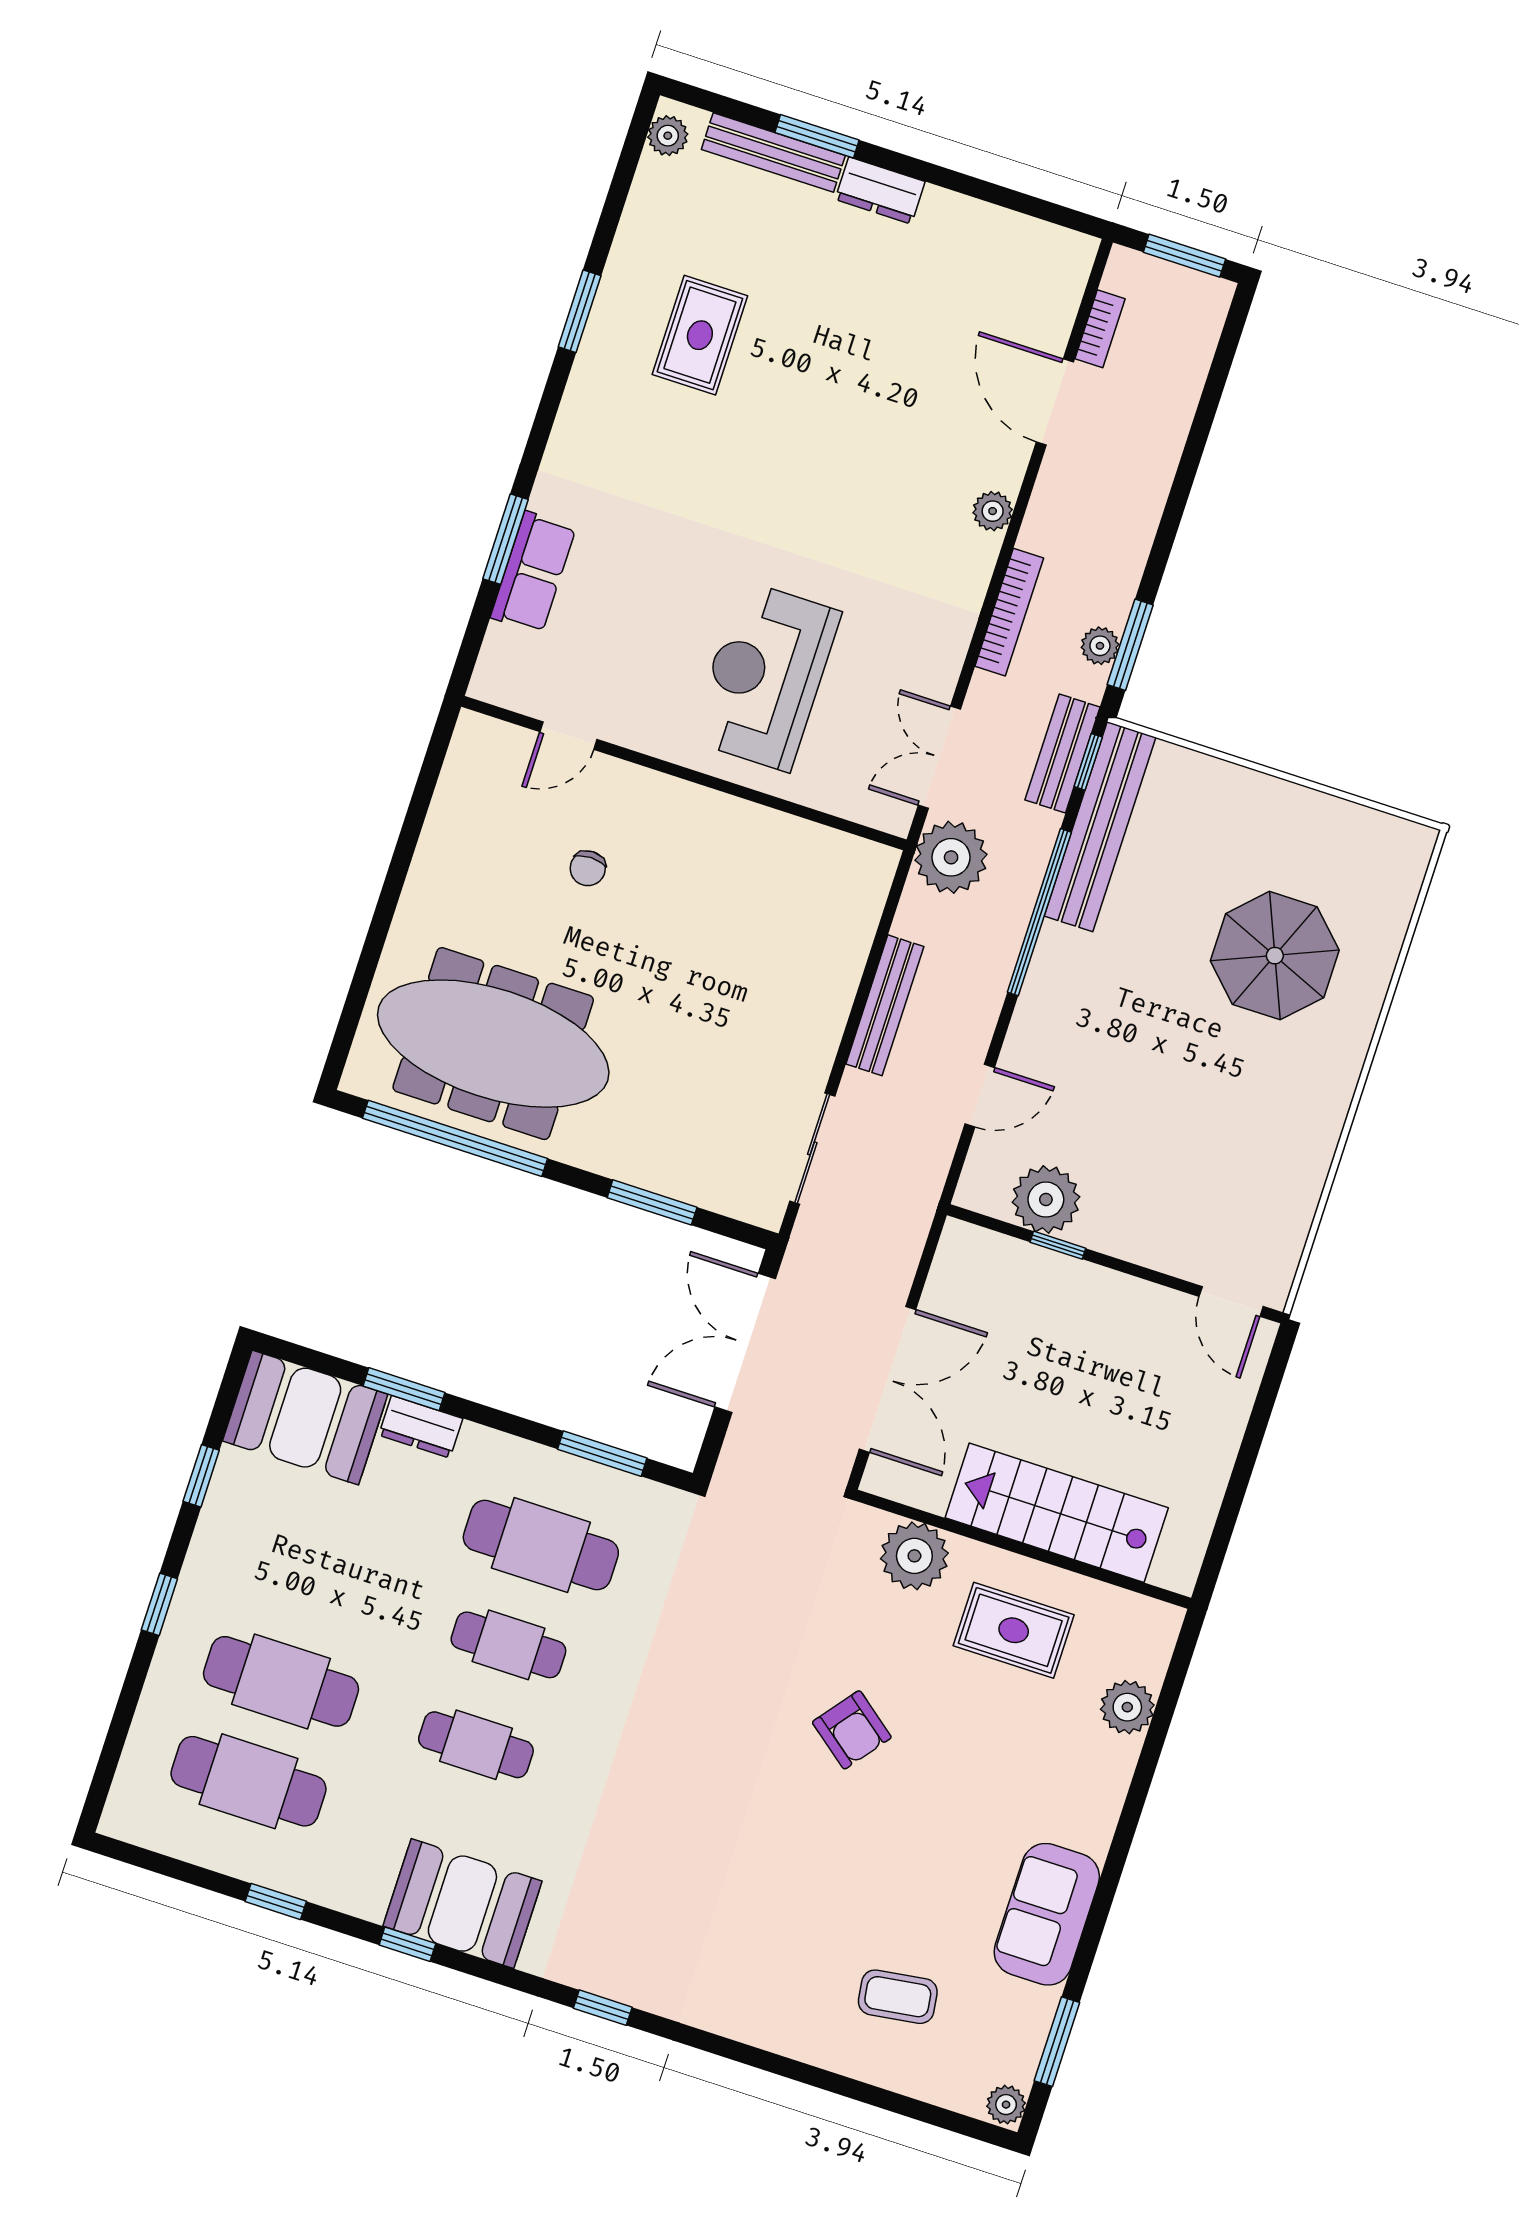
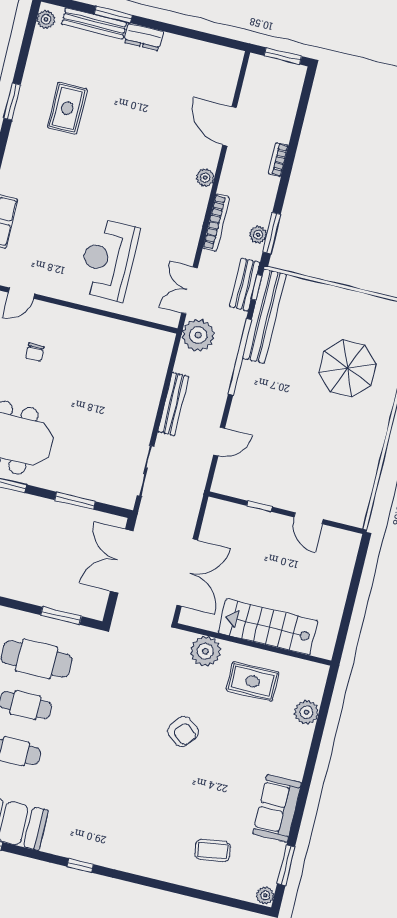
bookcase: (1100, 329) -> (278, 160), moved, turned 180
plant: (1046, 1200) -> (252, 486), removed
door: (1231, 1301) -> (309, 518), moved

